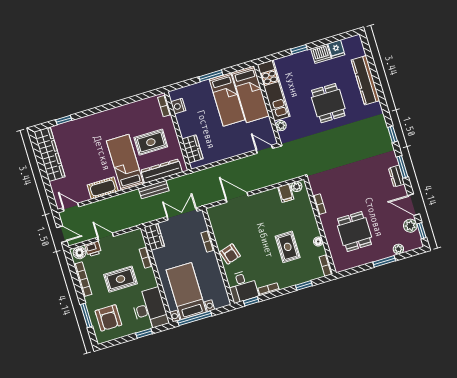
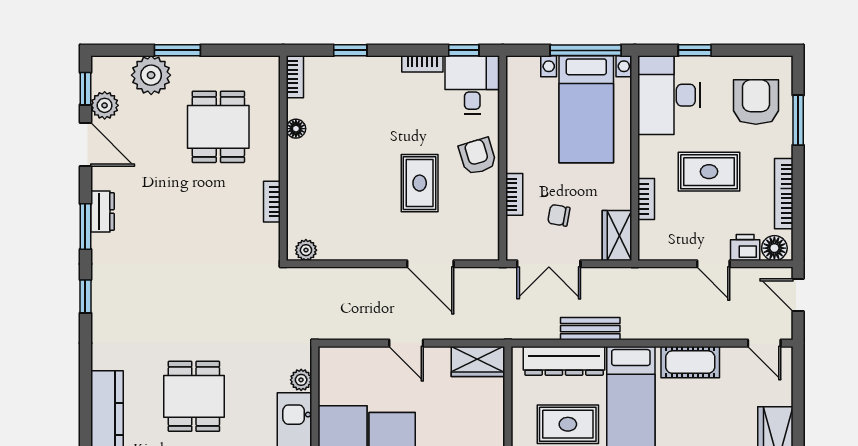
wardrobe: (192, 149) -> (478, 362), moved, turned -90
door: (264, 149) -> (406, 343), moved
filing cabinet: (286, 193) -> (331, 244), removed
chair: (184, 238) -> (559, 215), added
rug: (288, 247) -> (420, 183), moved
plant: (398, 249) -> (151, 75), width x1.88, depth x1.88

